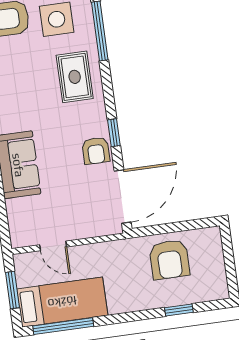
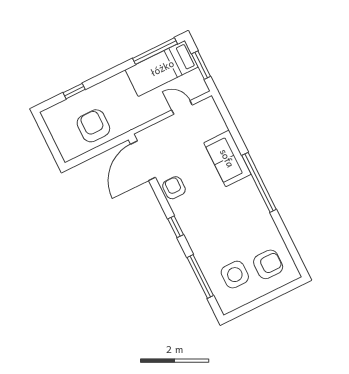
rug: (75, 77) -> (207, 237), removed
window: (114, 133) -> (176, 227), moved

